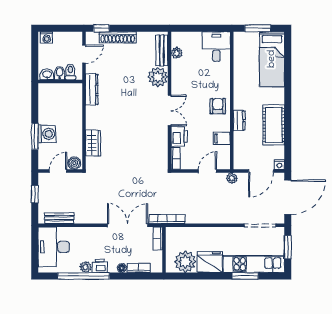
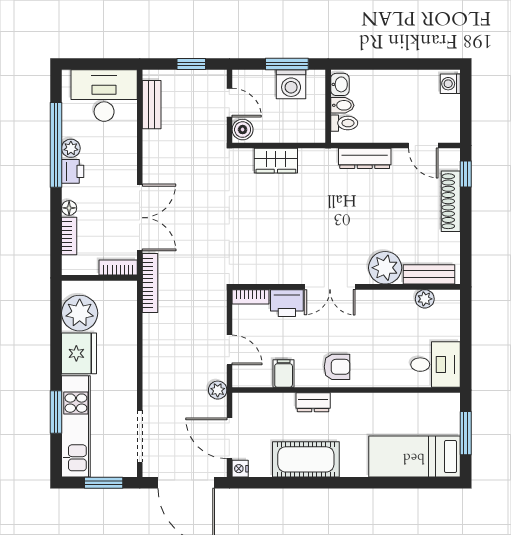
toilet: (70, 72) -> (344, 123), moved
bidet: (60, 73) -> (342, 105), moved
washbasin: (47, 74) -> (340, 84), moved
wall: (60, 82) -> (328, 106), moved

